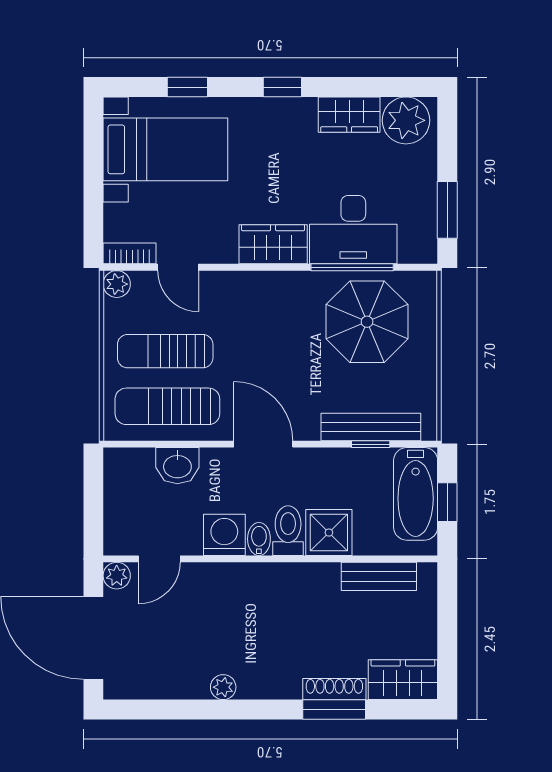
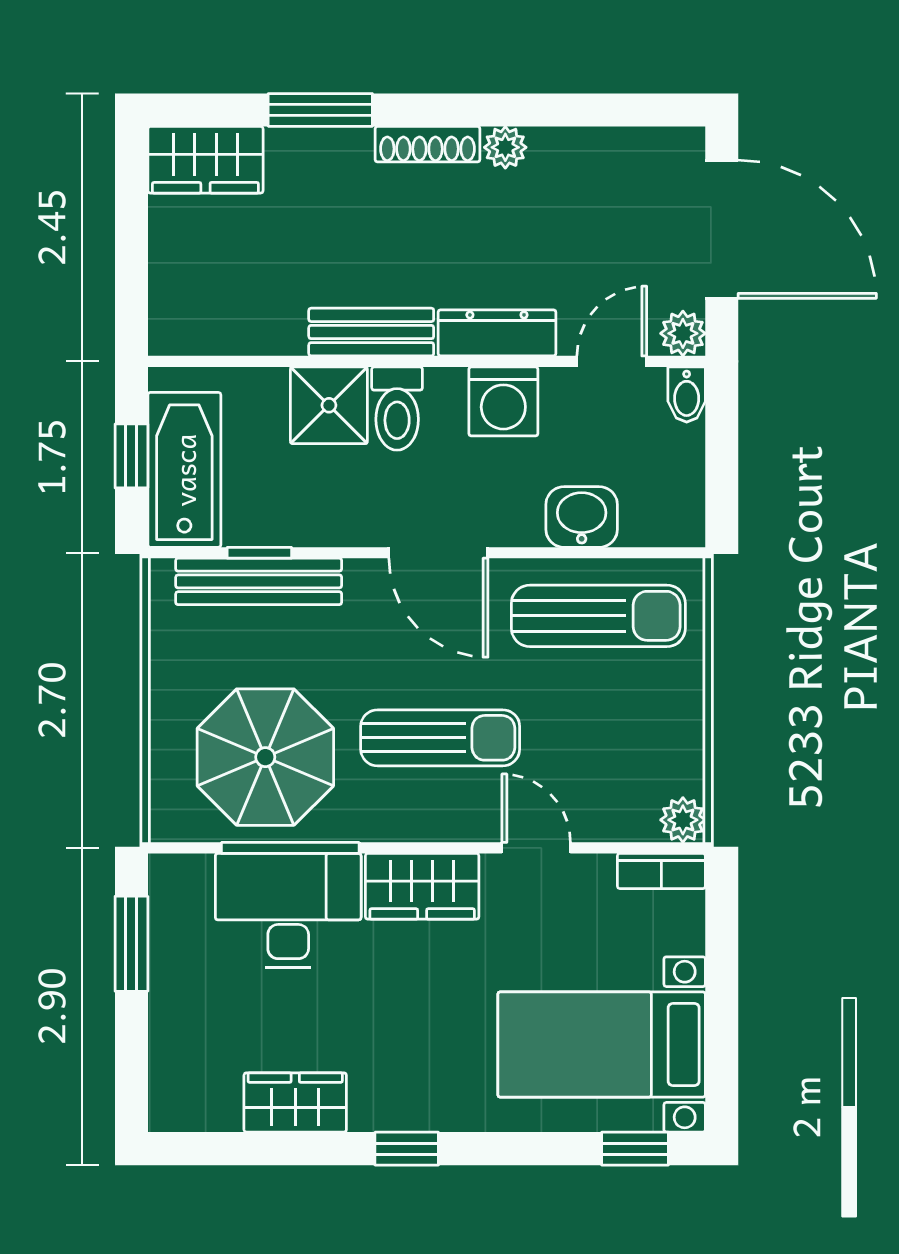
window: (187, 87) -> (635, 1149), moved
plant: (406, 120) -> (200, 1093), removed
door: (178, 267) -> (536, 848), moved
sun lounger: (165, 351) -> (440, 738), moved
bidet: (259, 539) -> (687, 395), moved
dresser: (228, 576) -> (497, 333), added
bench: (379, 576) -> (371, 332), moved
shoe rack: (334, 689) -> (427, 144), moved

